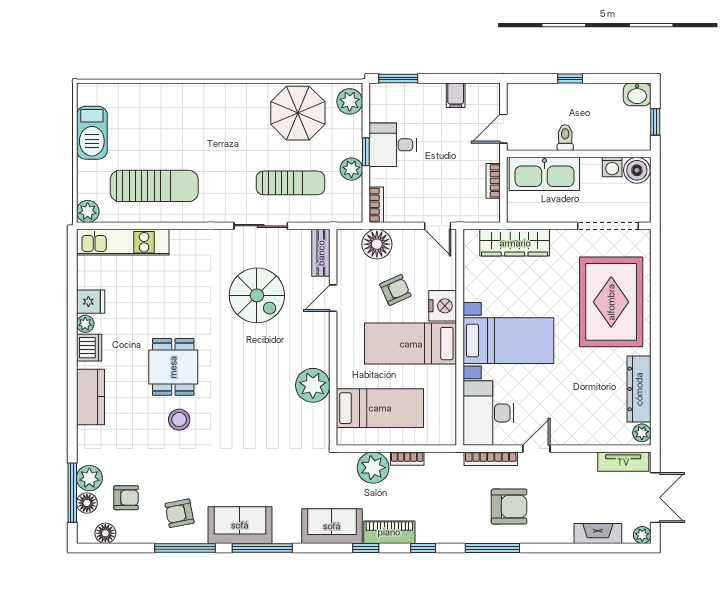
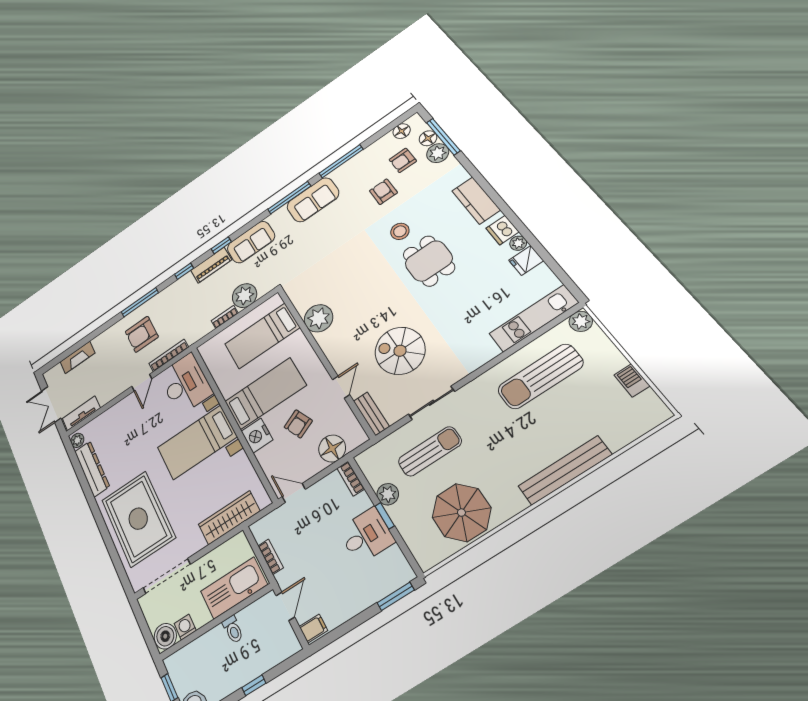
bench: (191, 94) -> (565, 470), added
filing cabinet: (456, 95) -> (313, 628), moved, turned 90
plant: (350, 101) -> (424, 550), removed
barbecue: (92, 133) -> (632, 380), width x0.53, depth x0.65
sun lounger: (290, 183) -> (430, 451), turned 180
armchair: (179, 513) -> (383, 192), moved, turned -79
plant: (642, 535) -> (50, 376), removed

